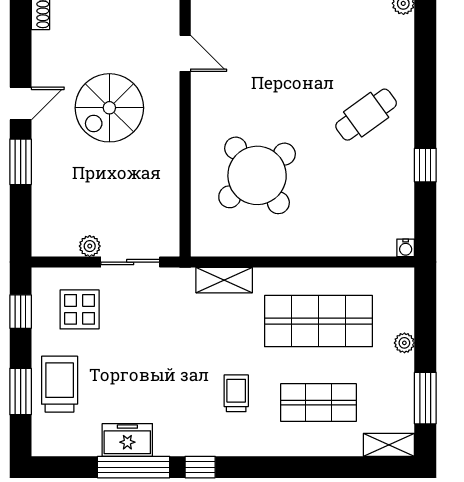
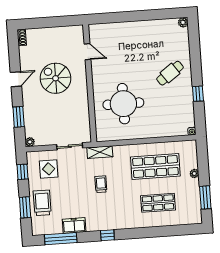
spiral stairs: (109, 108) -> (56, 78), turned 90
window: (21, 162) -> (19, 117), moved
round table: (257, 175) -> (123, 104), turned 38
plant: (90, 246) -> (30, 142), moved
shelving: (224, 280) -> (100, 152), moved
trolley: (236, 393) -> (101, 184), moved
shelving: (389, 445) -> (191, 219), removed
window: (134, 467) -> (61, 239), moved

